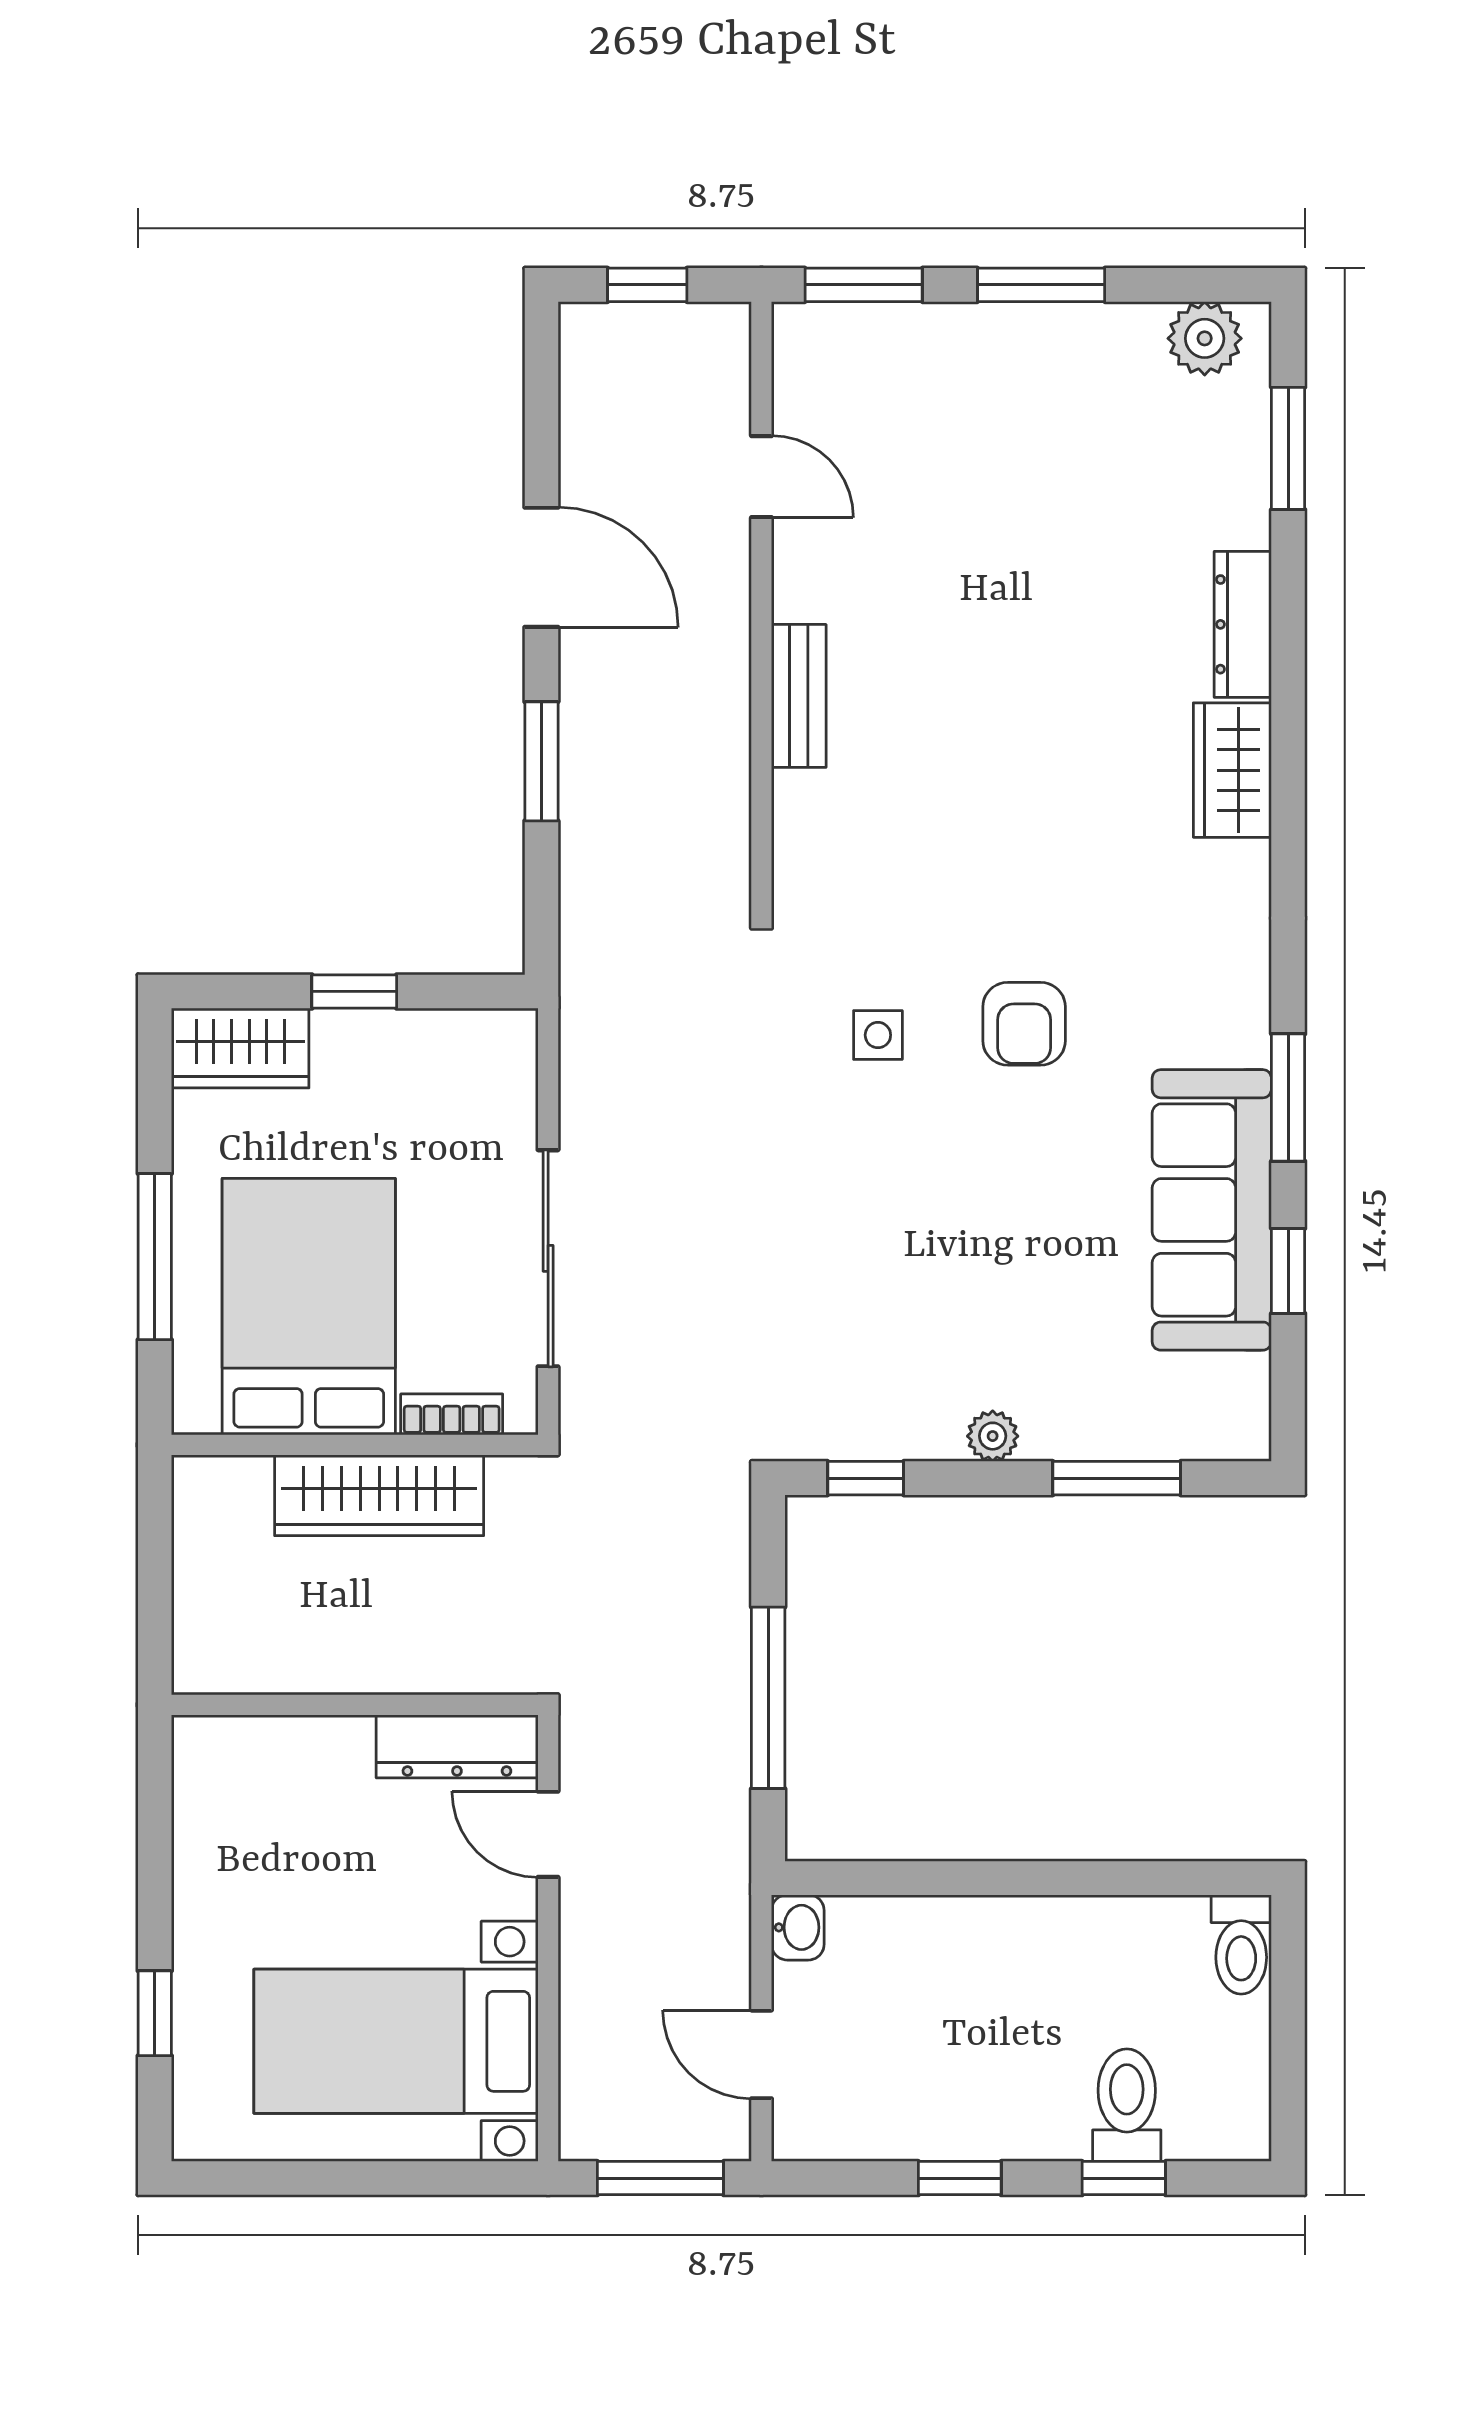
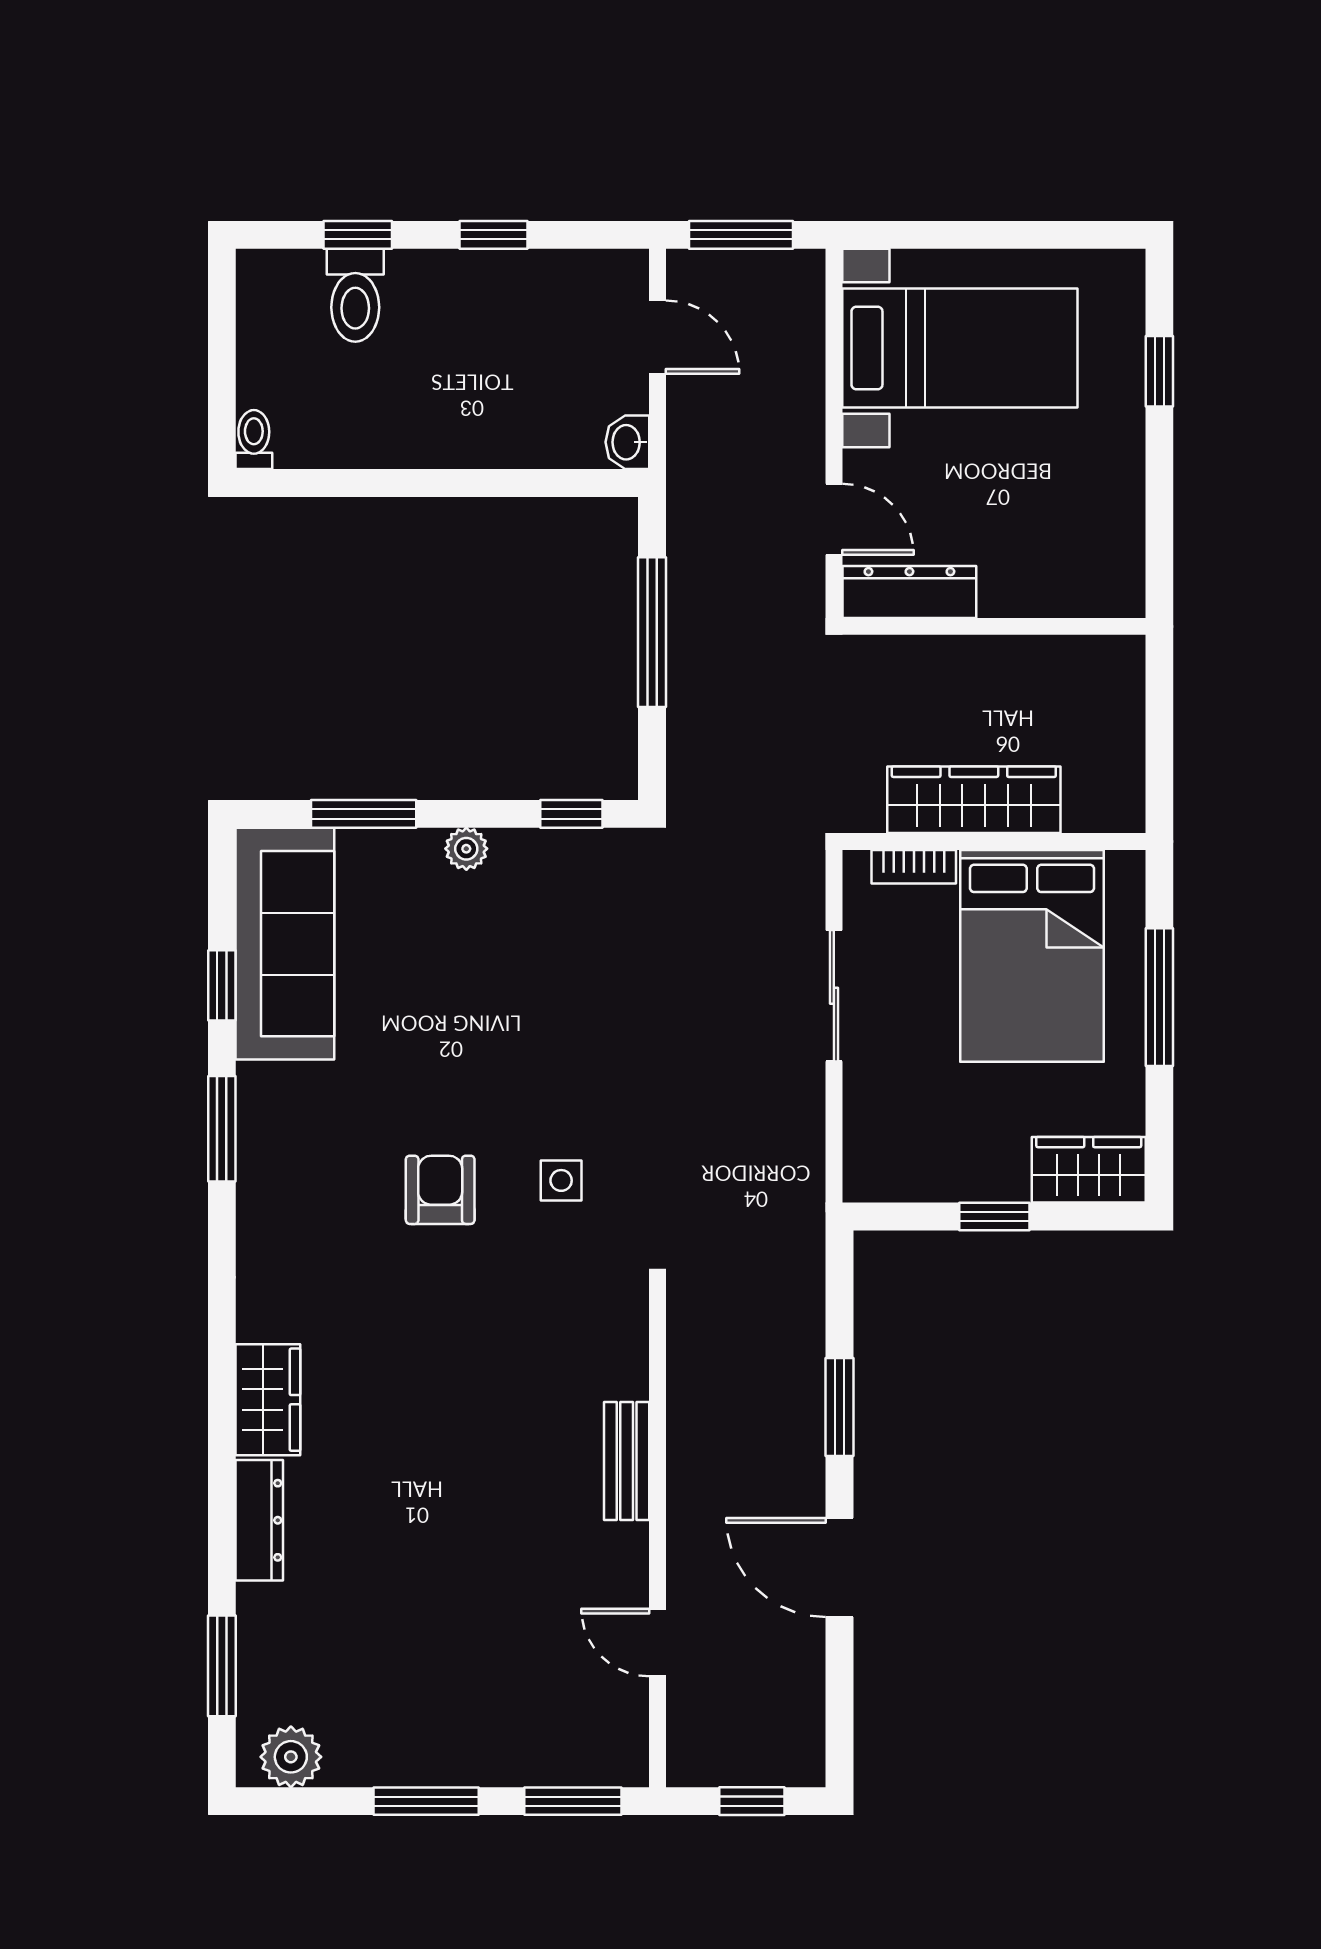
sofa: (1212, 1210) -> (285, 944), moved
sliding door: (548, 1258) -> (834, 996), width x0.73
toilet: (1241, 1944) -> (254, 440), width x0.73, depth x0.72

